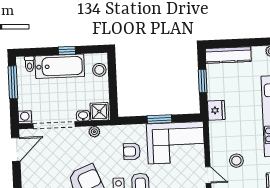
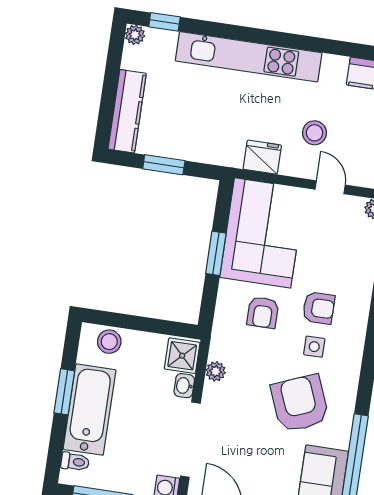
window: (67, 50) -> (64, 392), width x1.50
fridge: (216, 110) -> (262, 157), moved
door: (208, 175) -> (330, 187), hinge flipped

